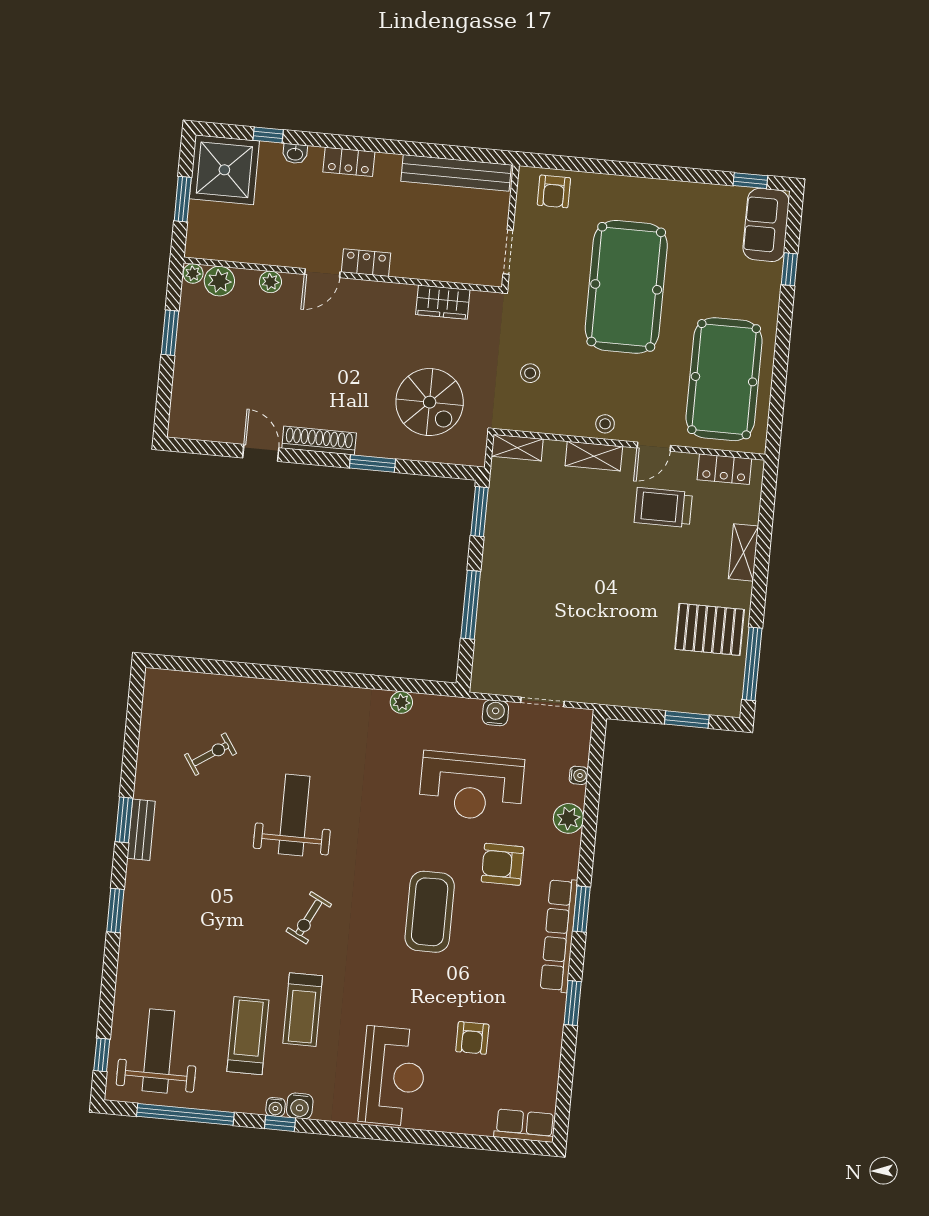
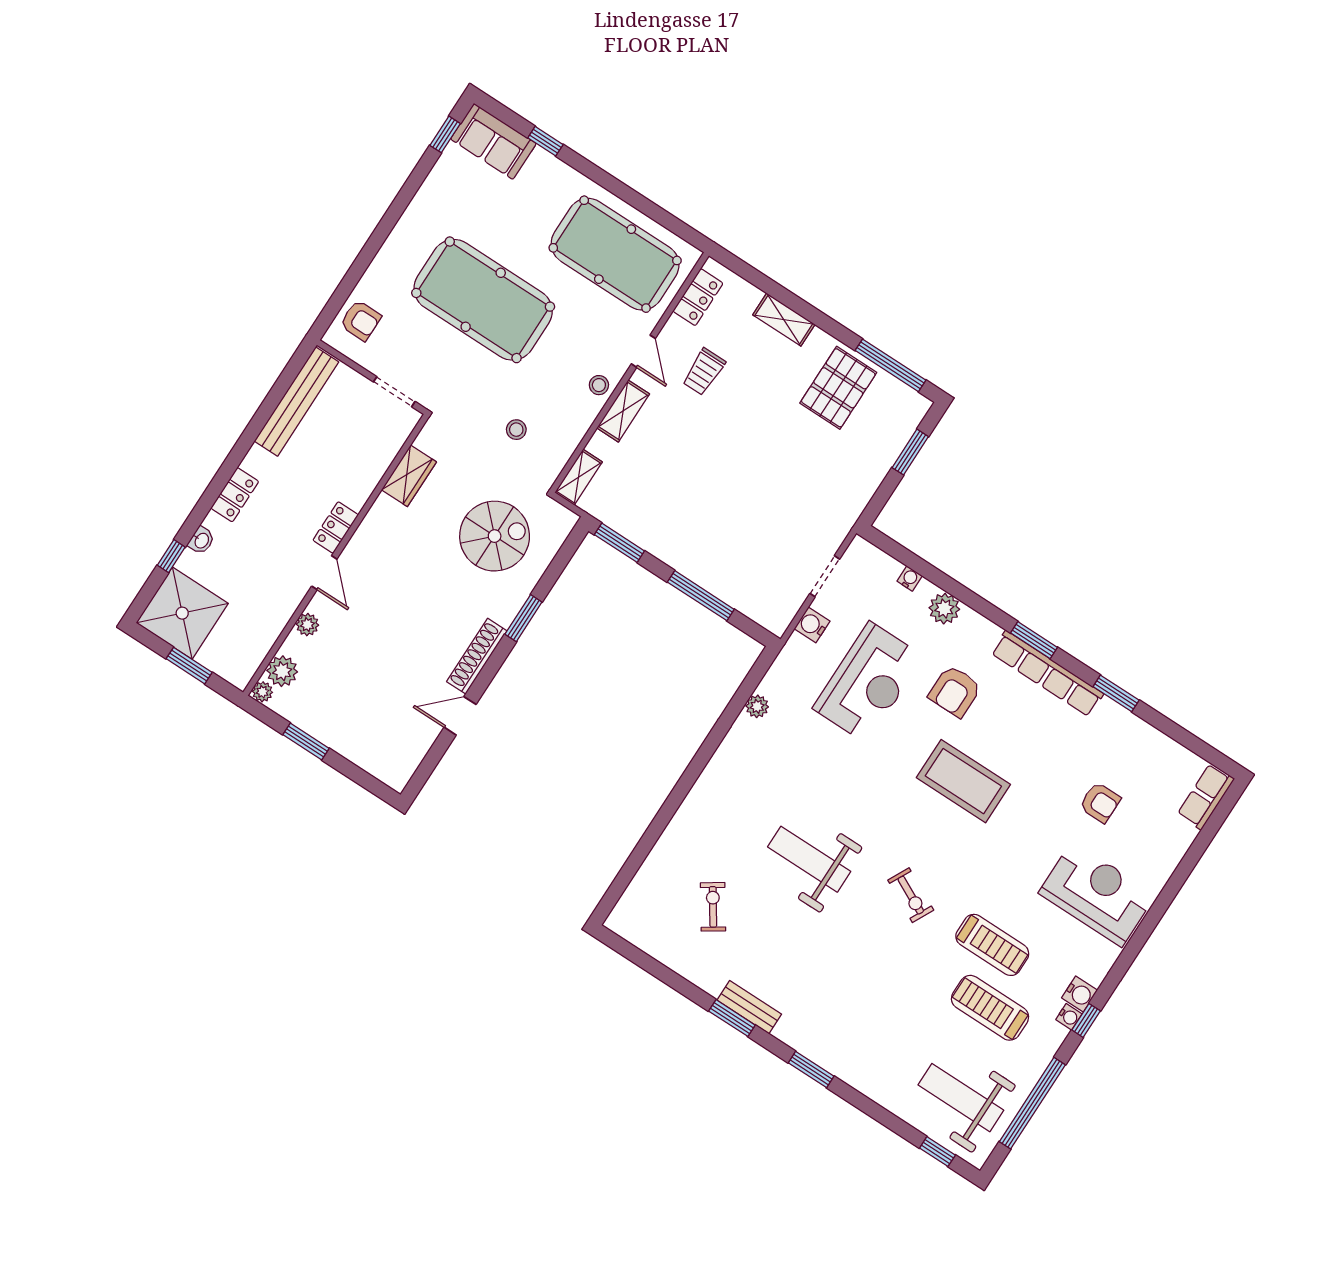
trolley: (663, 507) -> (704, 372), width x0.73, depth x0.72

